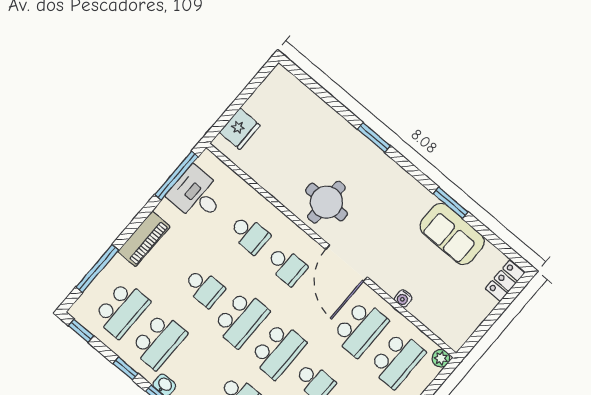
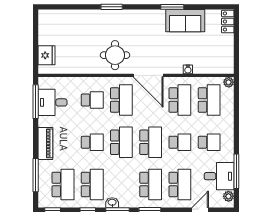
school desk: (286, 266) -> (121, 100), width x1.85

